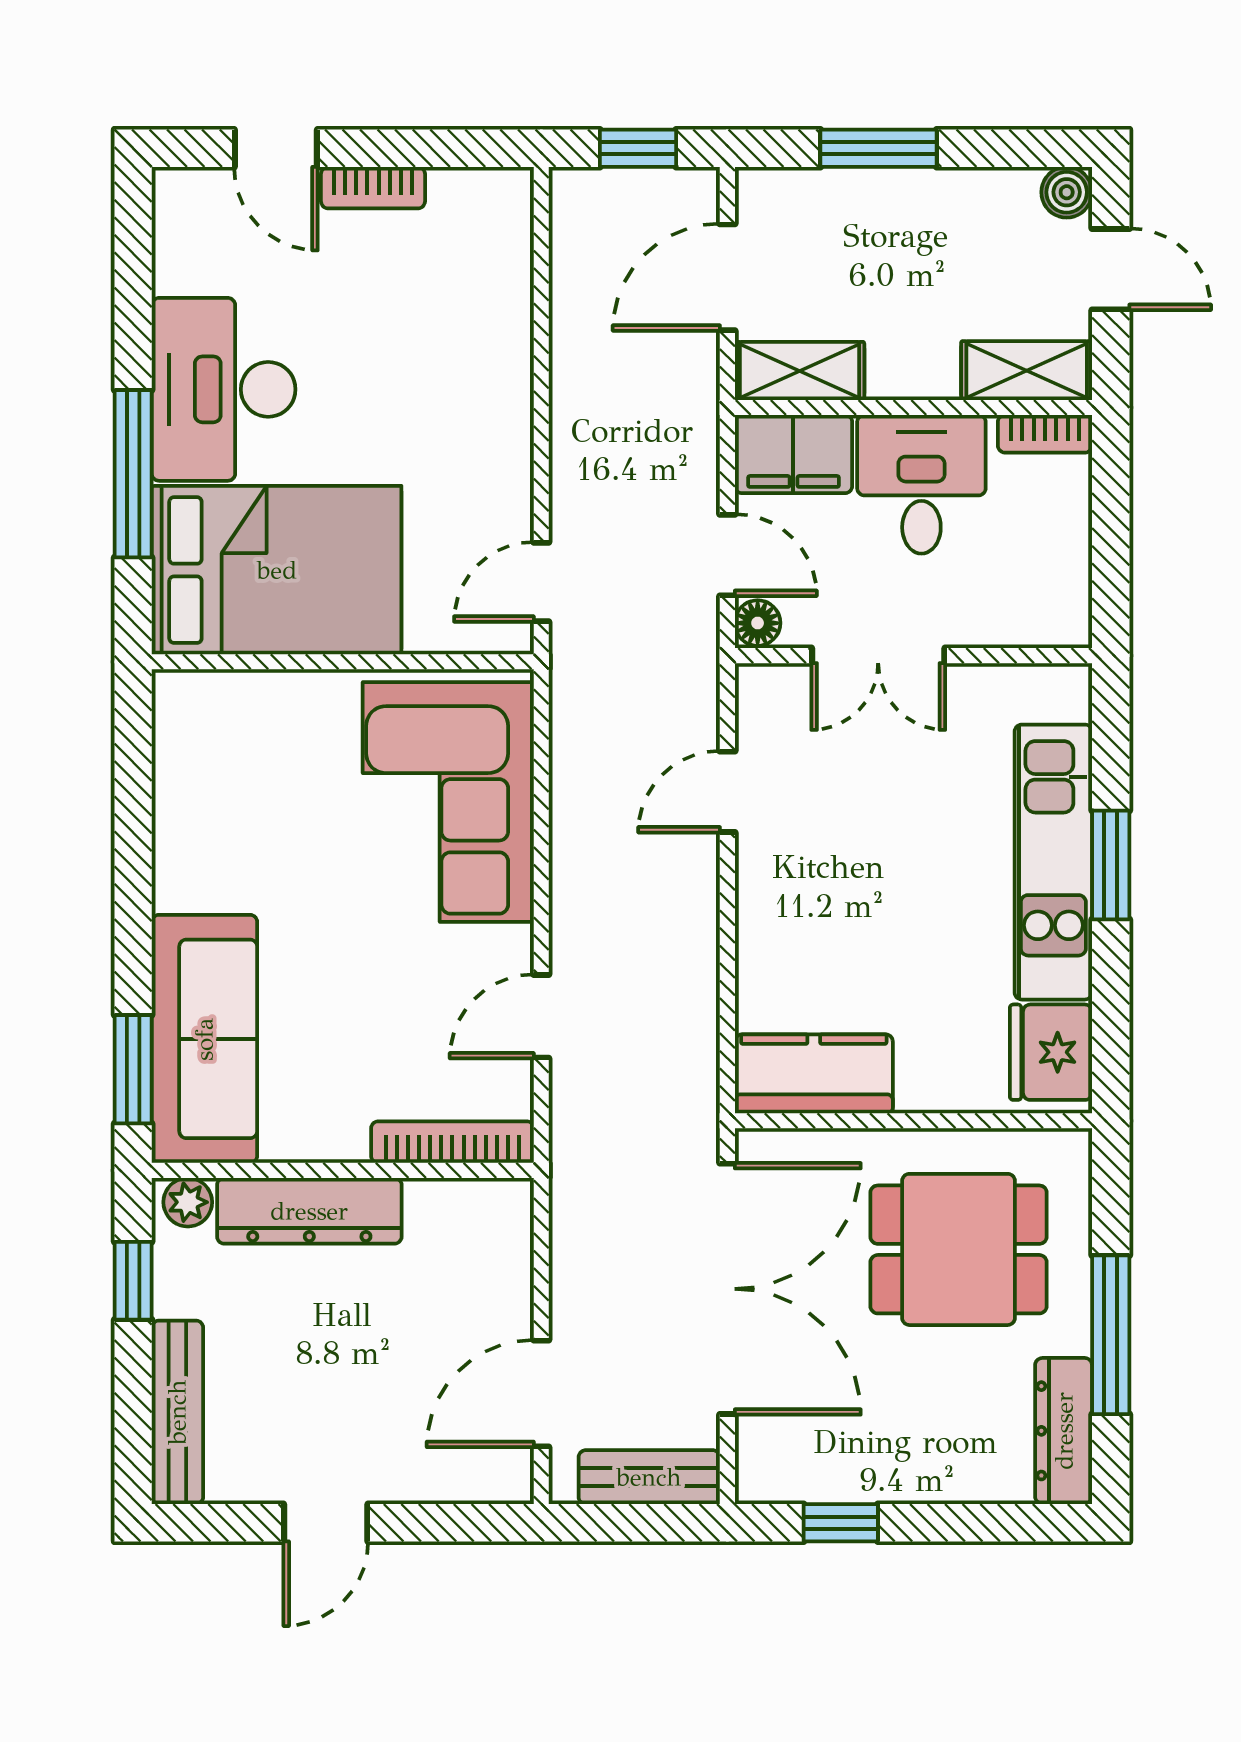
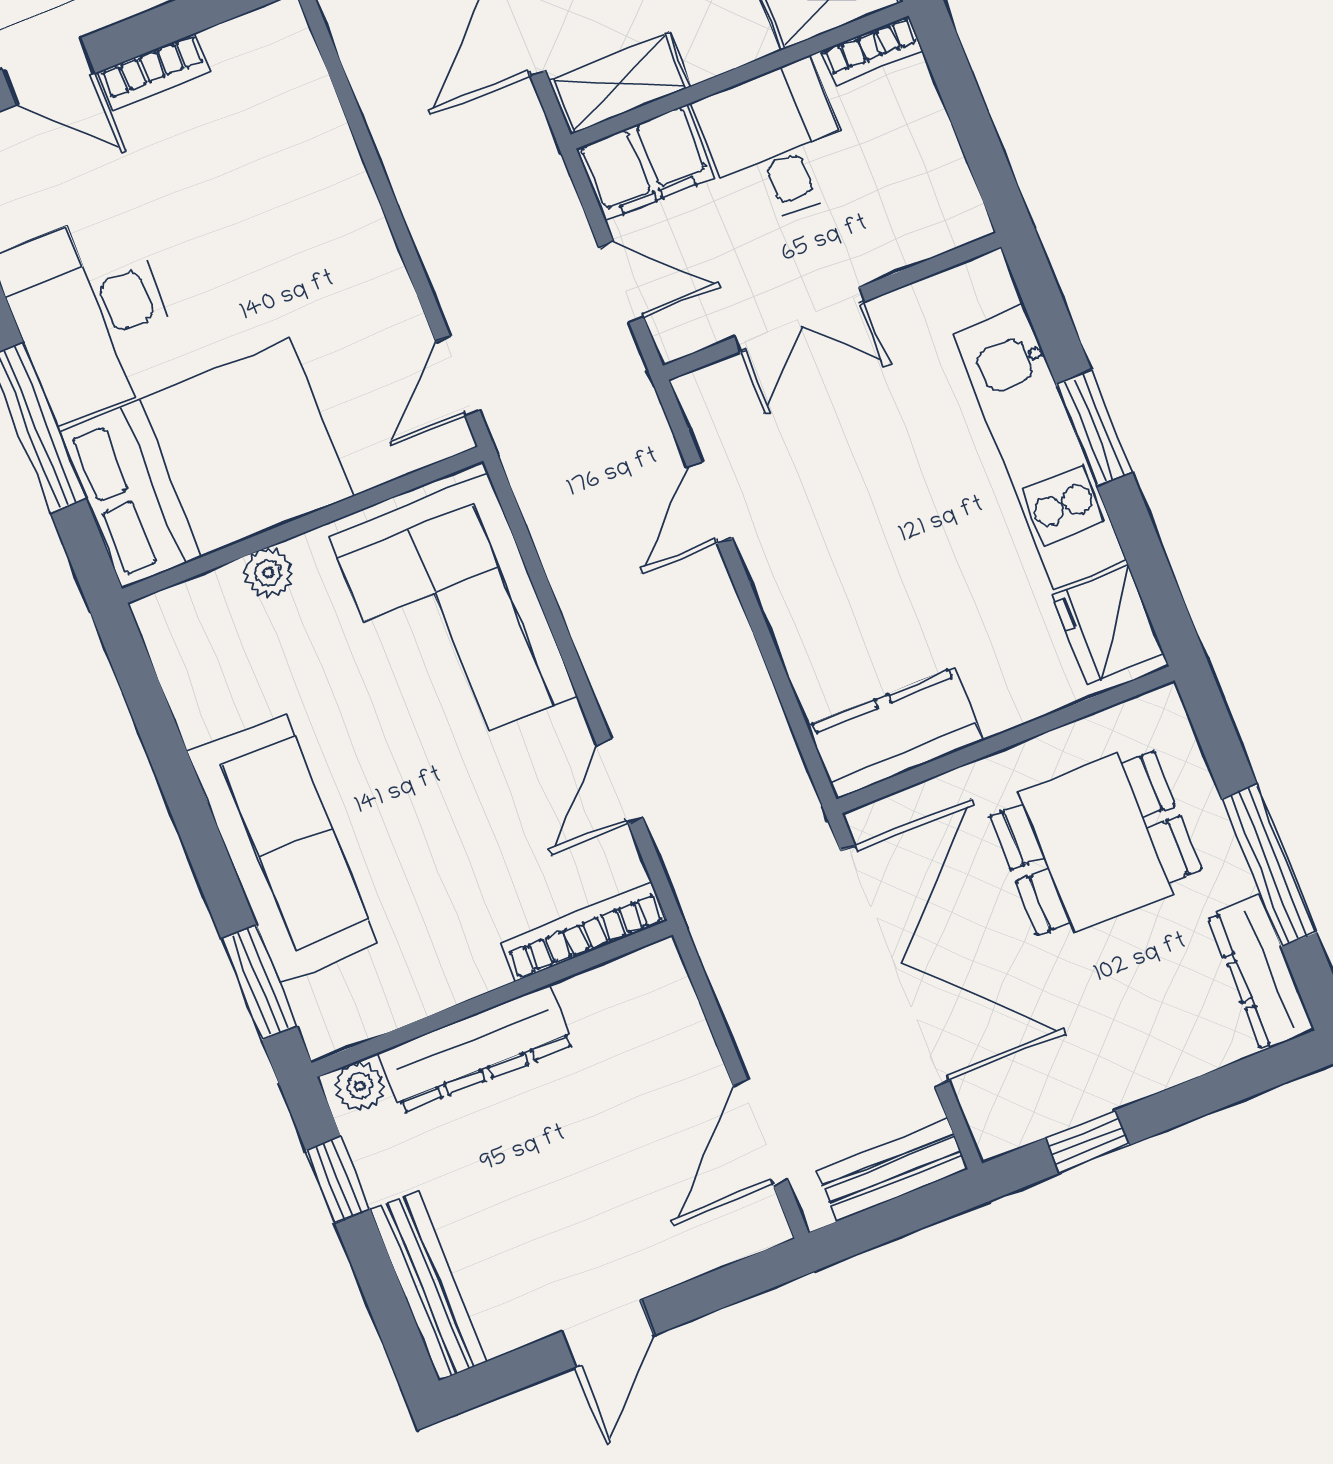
floor lamp: (758, 623) -> (675, 334), removed
plant: (293, 693) -> (268, 573), added
sofa: (204, 1039) -> (282, 848), moved

